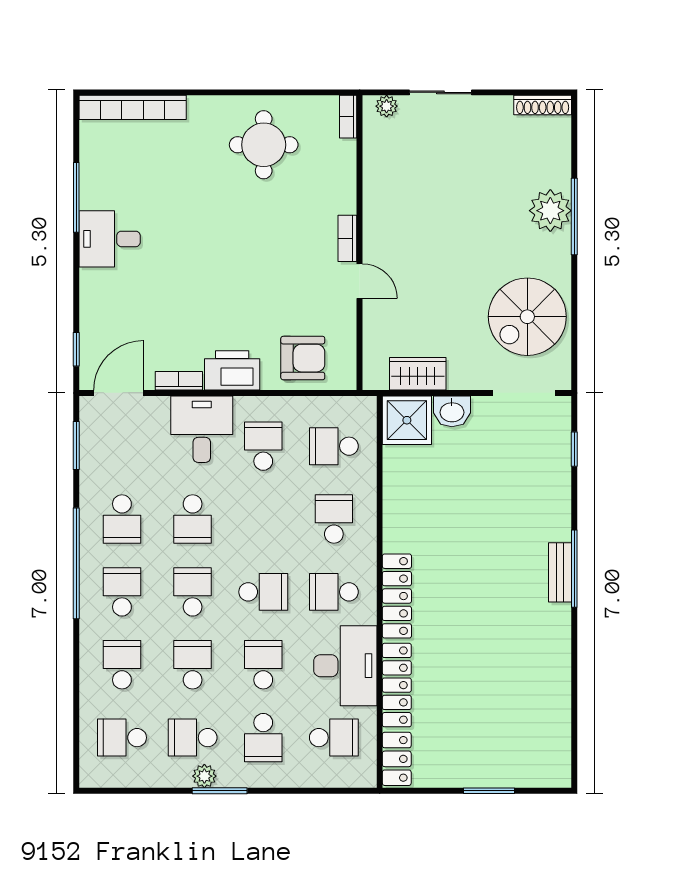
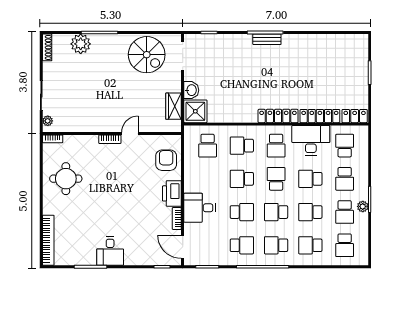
plant: (550, 211) -> (81, 44), moved
school desk: (263, 446) -> (242, 179), moved
school desk: (263, 738) -> (345, 179), turned 90

